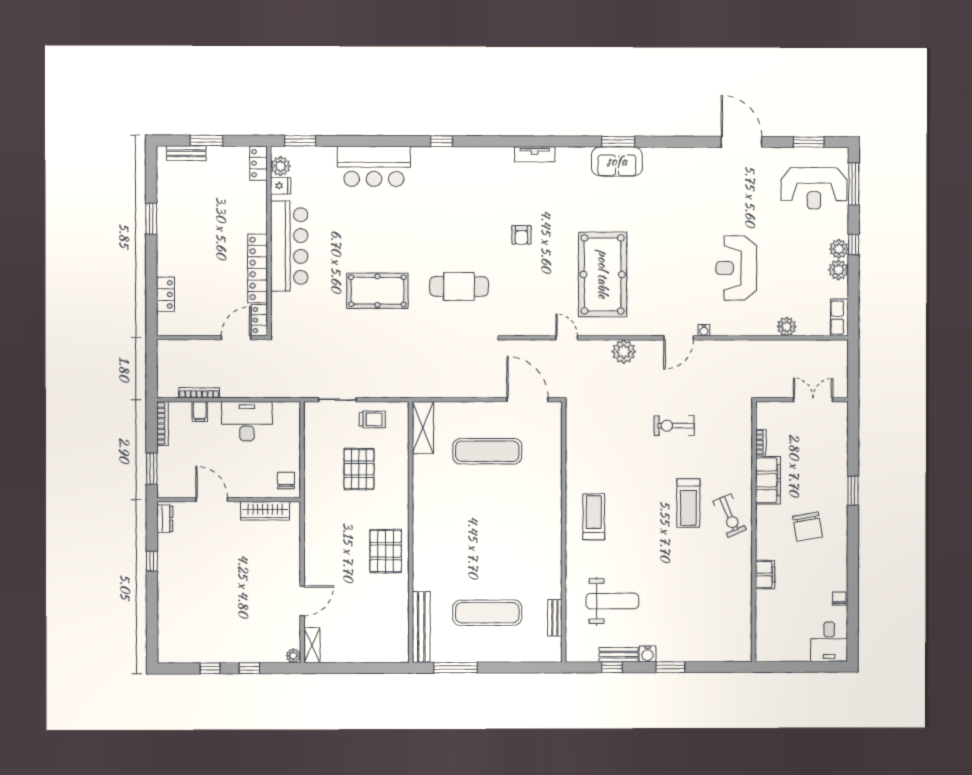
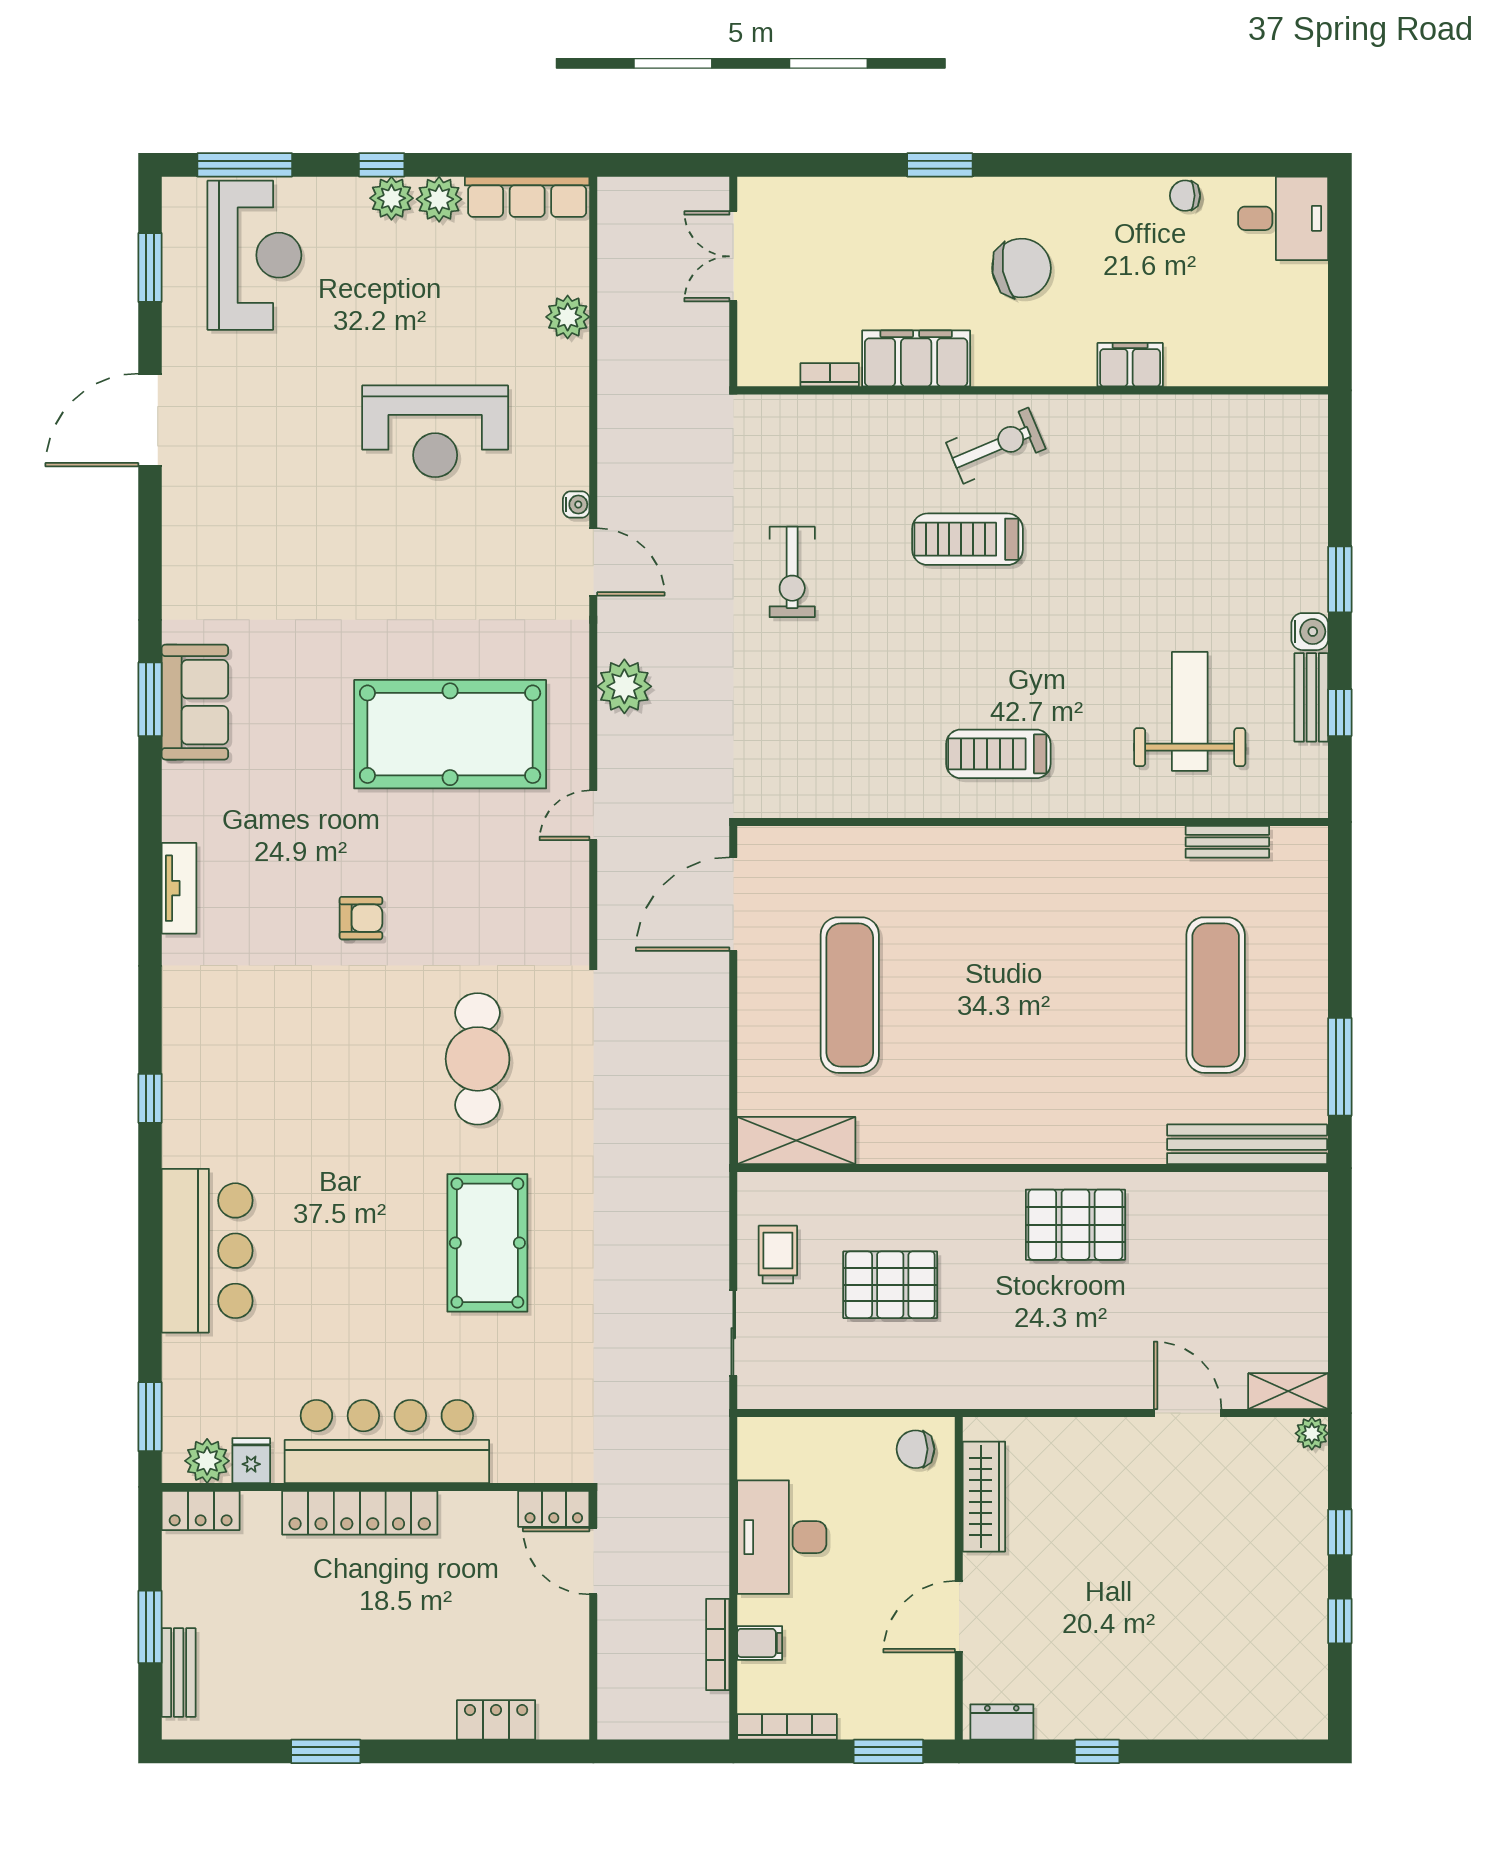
locker: (258, 268) -> (360, 1513), moved
row of seats: (839, 318) -> (527, 197), width x1.48
treadmill: (688, 503) -> (967, 539), turned 180

